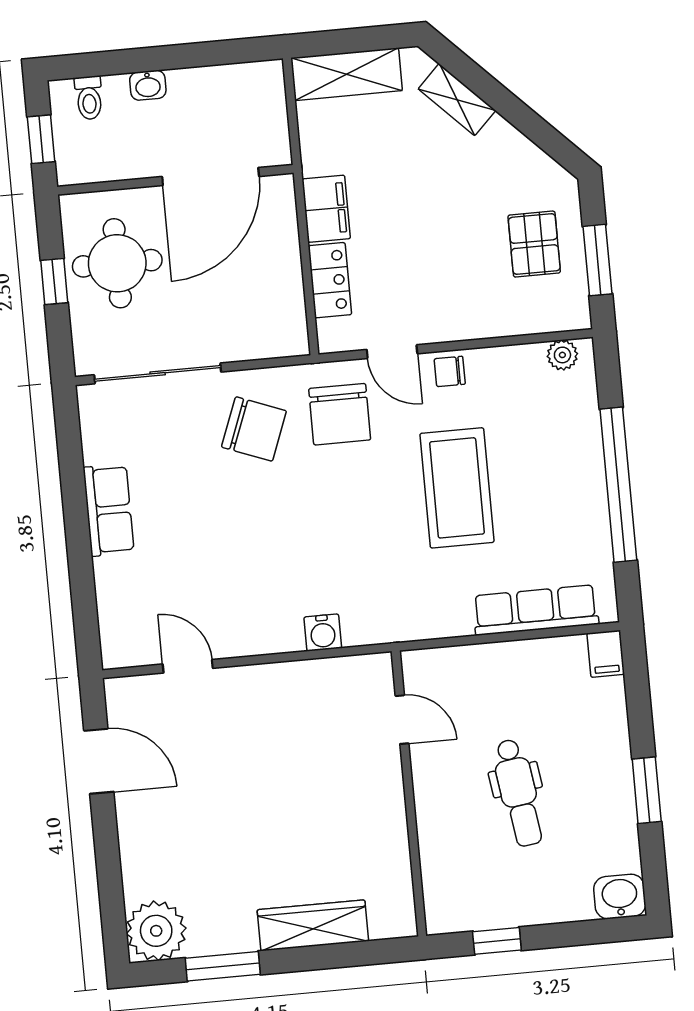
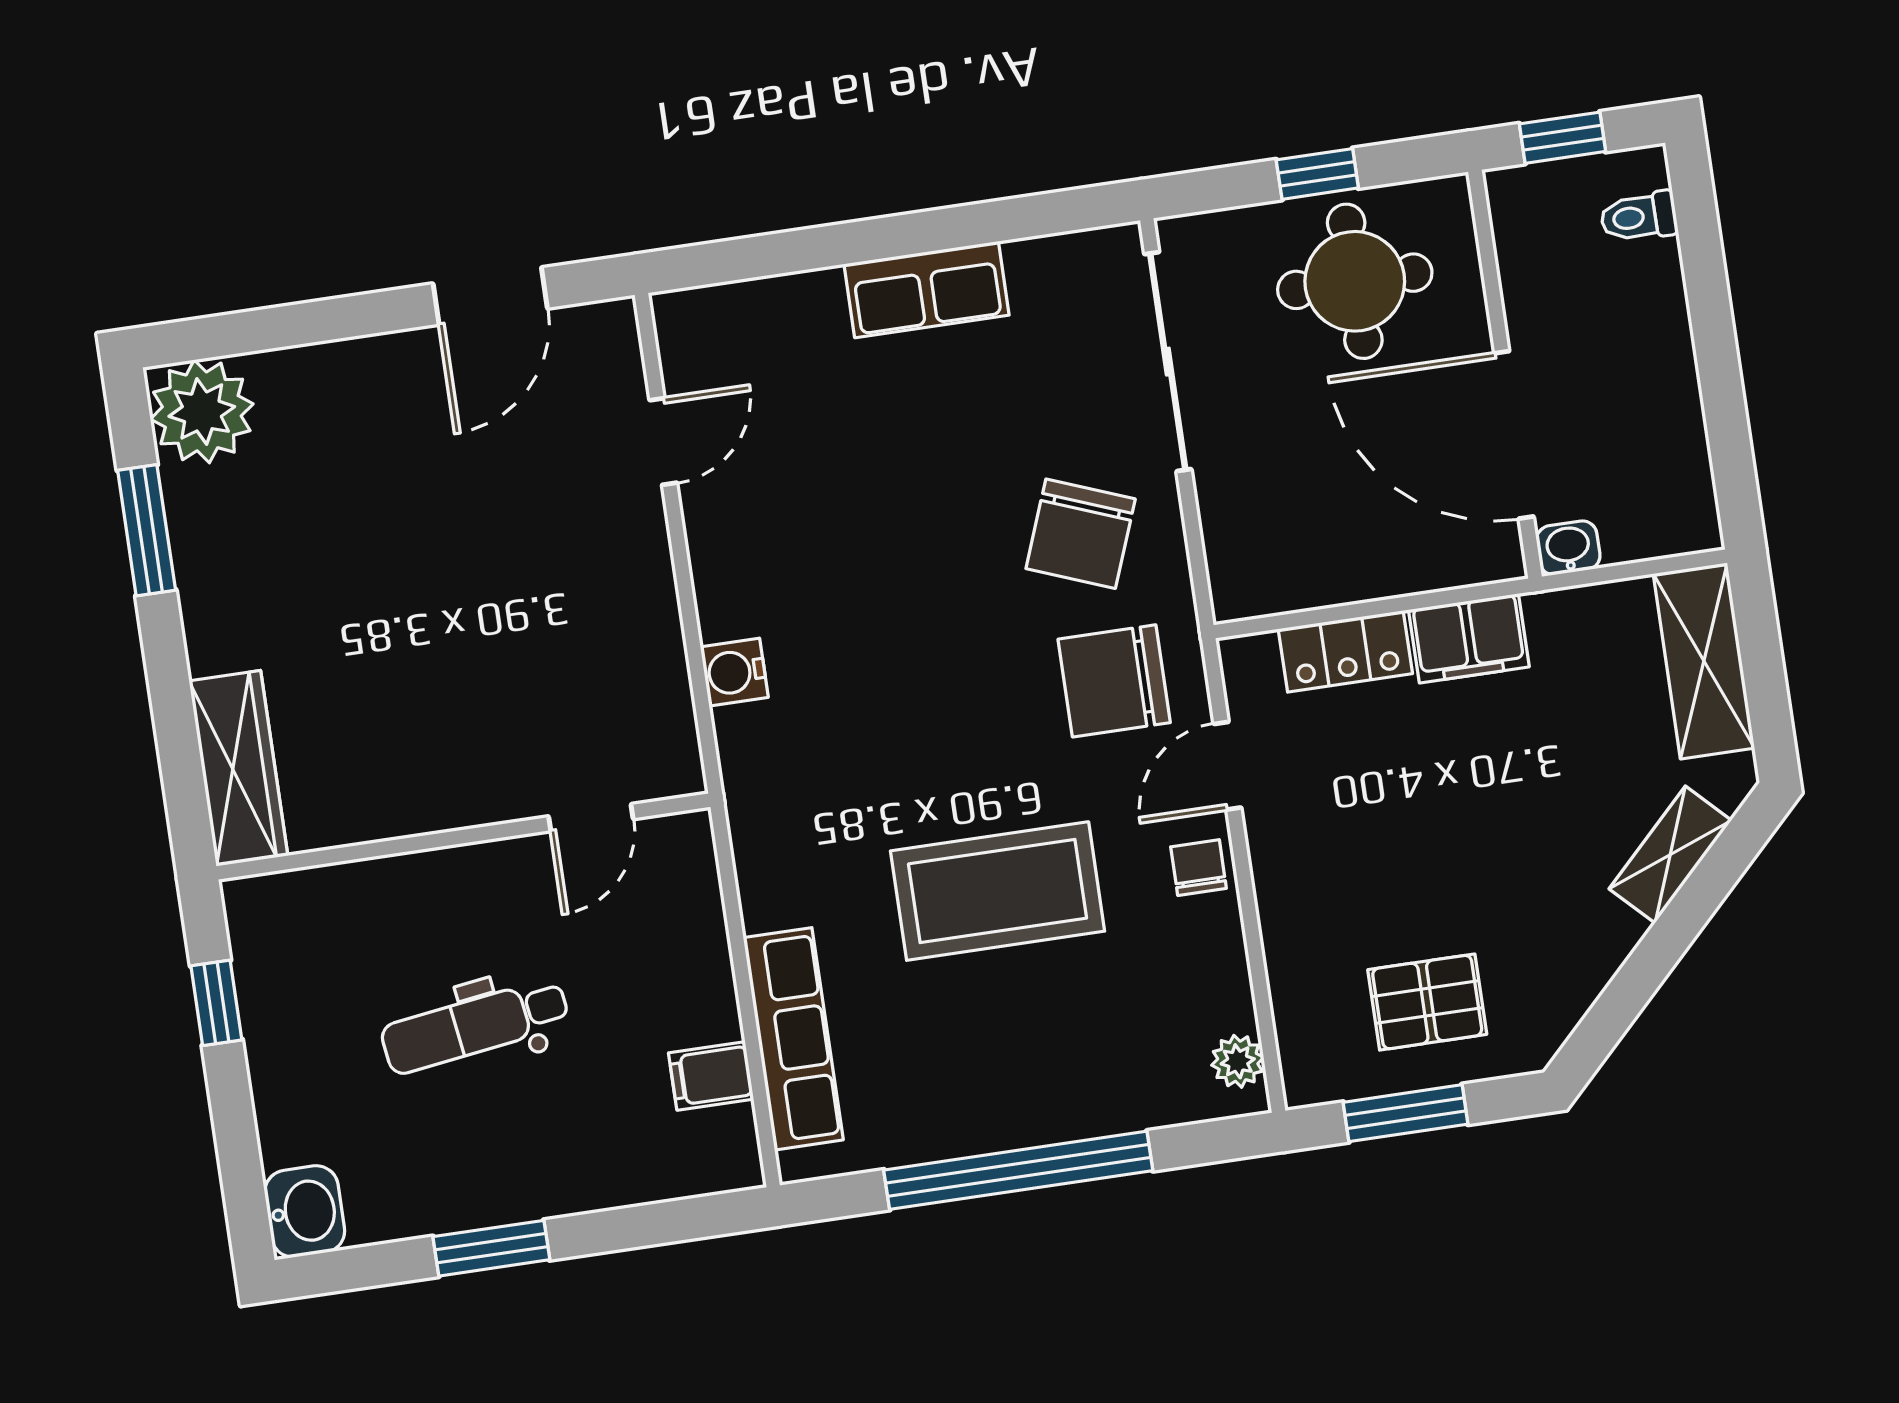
washbasin: (148, 85) -> (1568, 548), moved, turned 90
filing cabinet: (606, 654) -> (711, 1076), moved
wardrobe: (313, 925) -> (238, 768), moved

